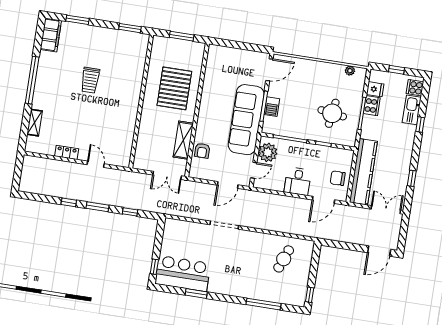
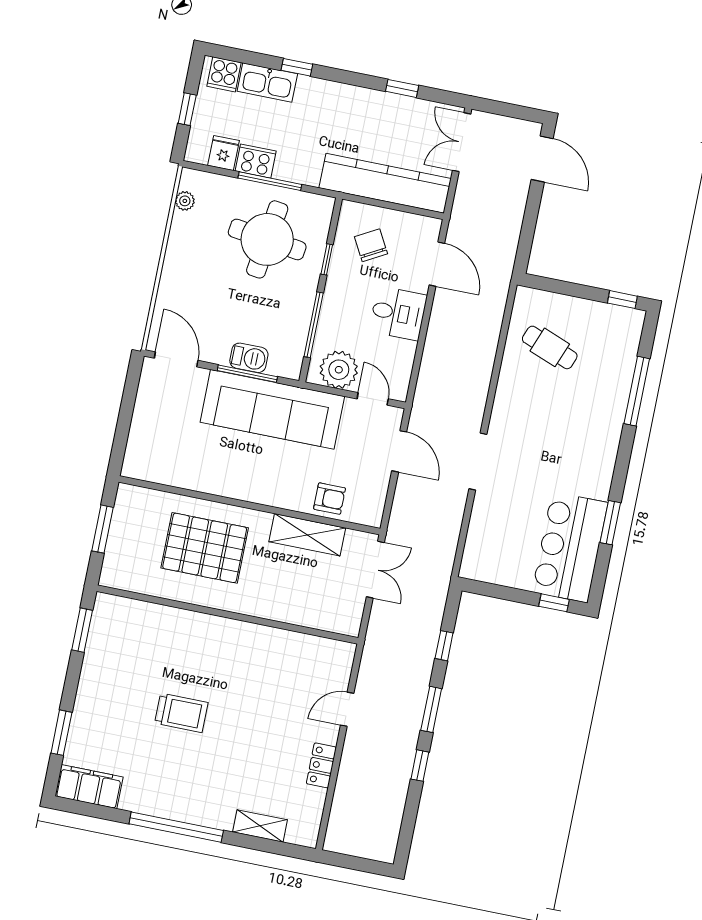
round table: (332, 113) -> (267, 239), width x1.36, depth x1.36
chair: (338, 178) -> (371, 245), moved, turned 151

